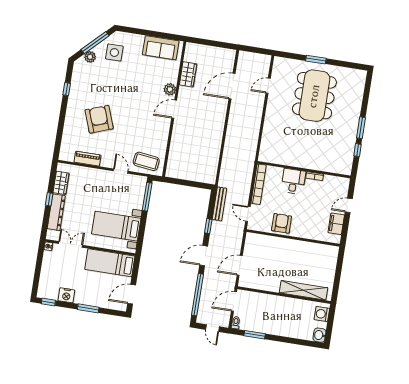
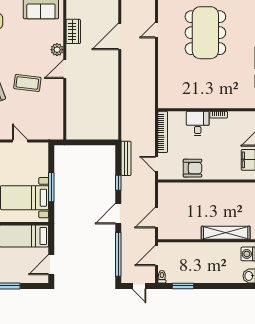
coffee table: (146, 161) -> (27, 83), moved
window: (147, 197) -> (51, 187), moved
armchair: (282, 223) -> (192, 168), turned 90

